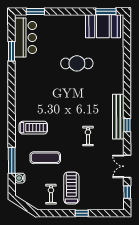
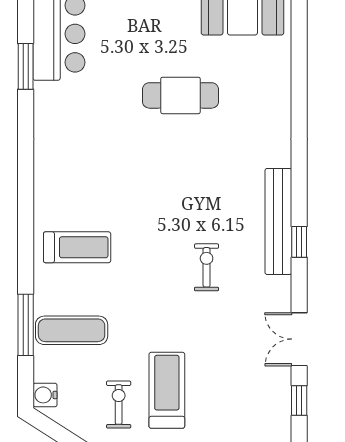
exercise mat: (45, 158) -> (72, 330), moved
water cooler: (20, 178) -> (45, 395), moved

